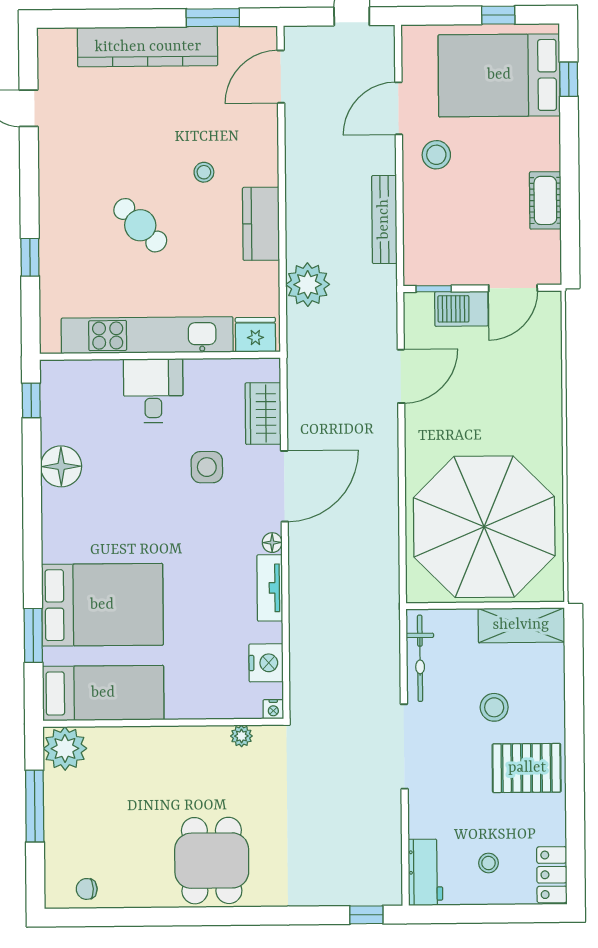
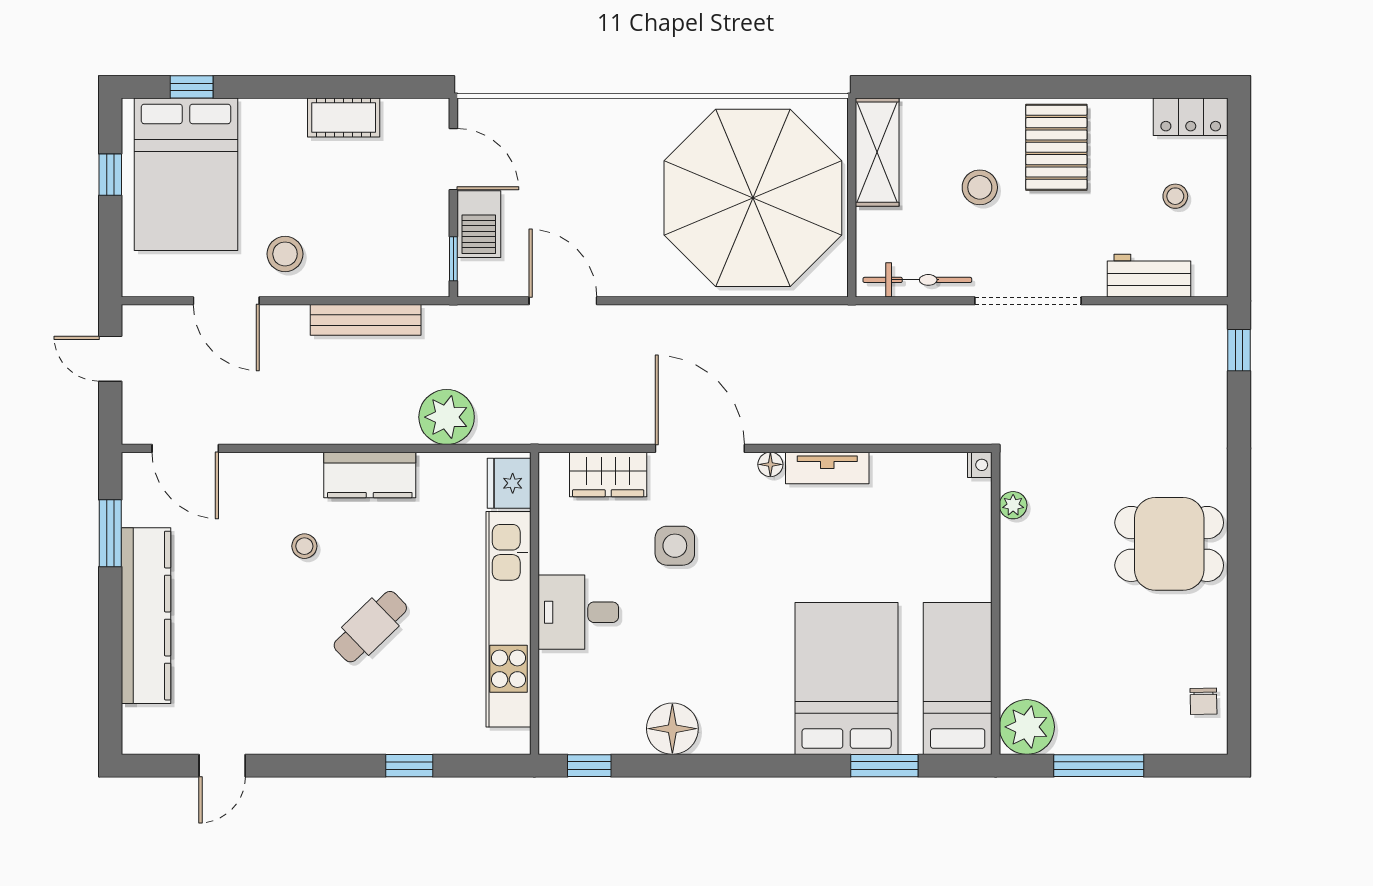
nightstand: (266, 663) -> (921, 473), removed
workbench: (425, 872) -> (1149, 276), moved

